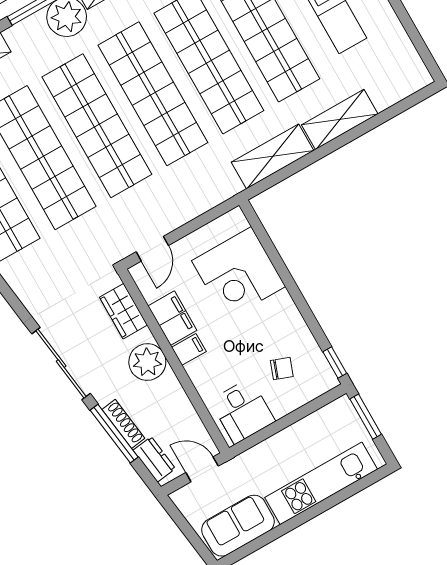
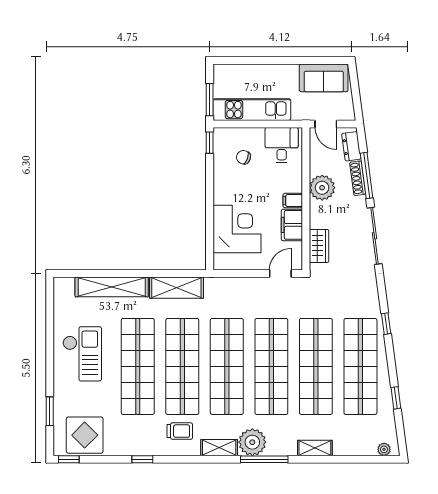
shelving: (340, 119) -> (112, 287), width x1.47
plant: (147, 362) -> (322, 188), moved
kitchen unit: (321, 483) -> (252, 110), moved, turned 180

